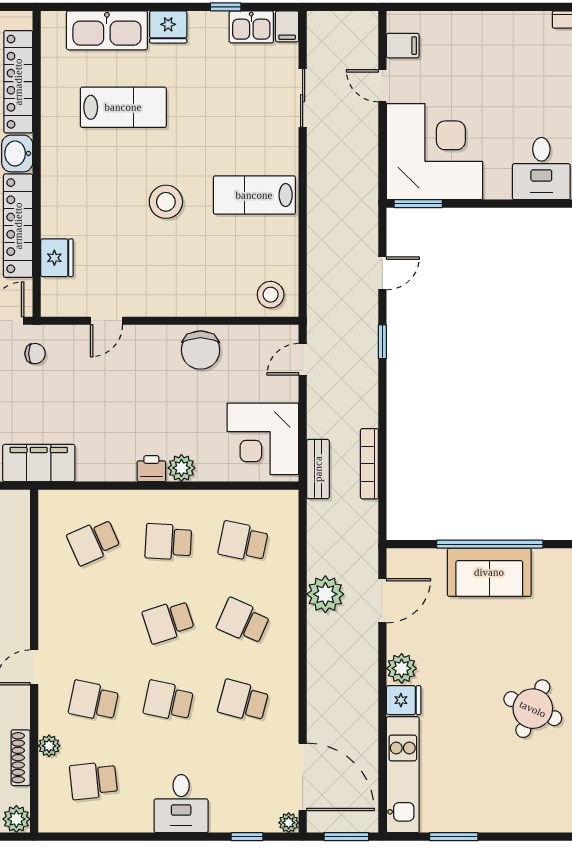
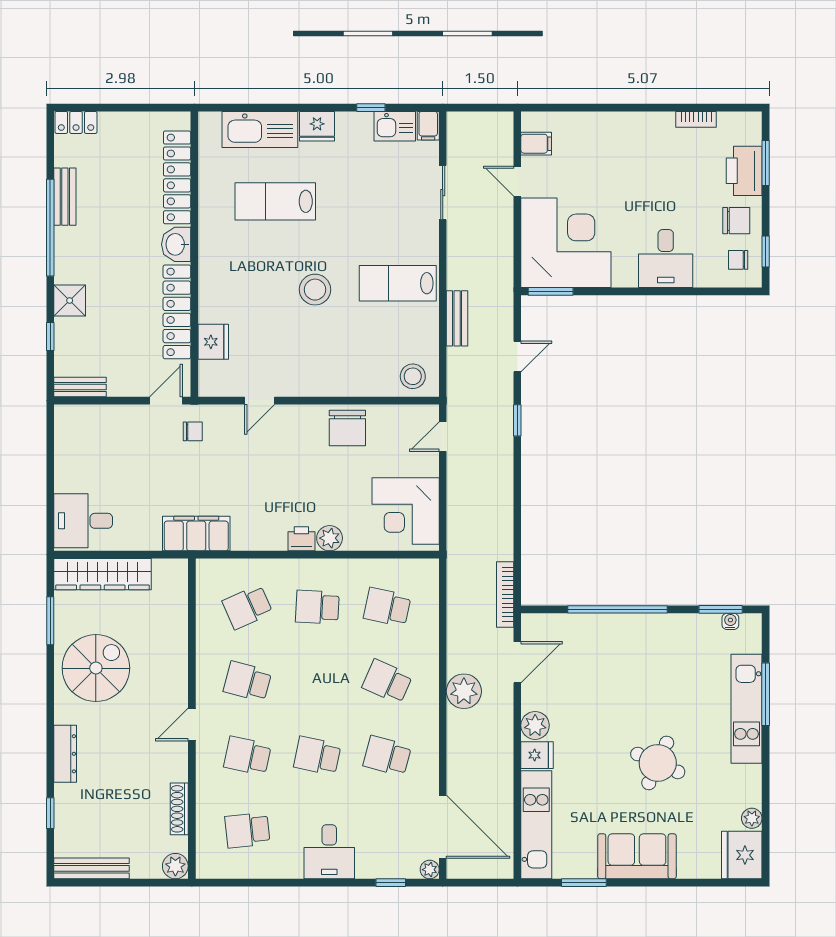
lab bench: (123, 107) -> (275, 201), turned 180
bookcase: (369, 464) -> (505, 594), moved
bench: (318, 469) -> (457, 318), moved
sofa: (489, 572) -> (637, 856), moved, turned 180
plant: (325, 594) -> (464, 691), moved
school desk: (168, 621) -> (247, 681), moved, turned 33
plant: (49, 746) -> (206, 798), removed
window: (346, 837) -> (484, 883), removed

